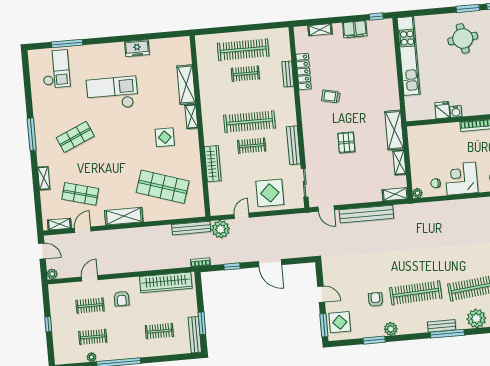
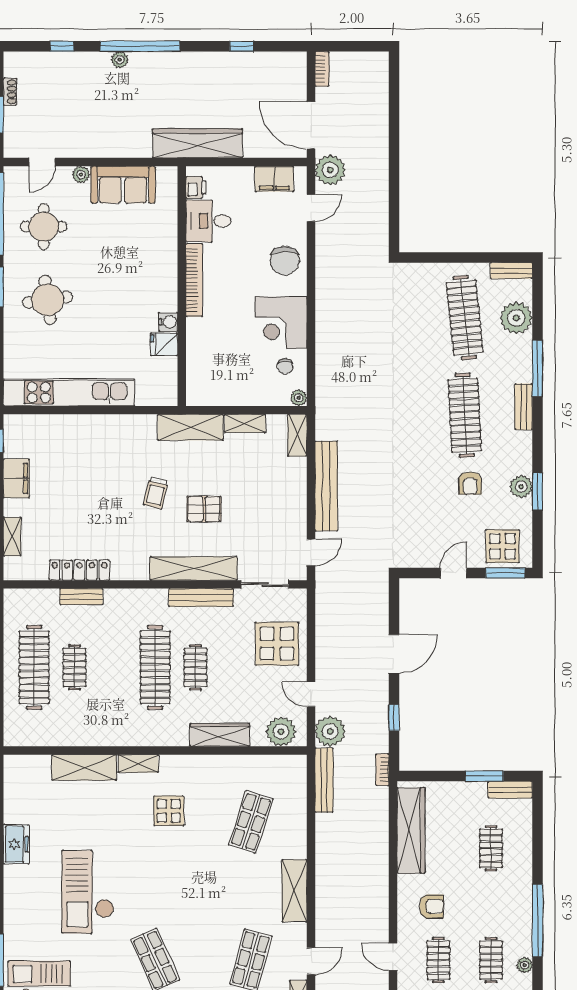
trolley: (331, 96) -> (156, 493), moved
shelving: (310, 139) -> (194, 568), added
shop shelf: (163, 187) -> (251, 822), width x0.70, depth x0.74
plant: (218, 200) -> (281, 732), added
door: (83, 230) -> (311, 961), swing flipped
armchair: (376, 300) -> (470, 483), turned -90
bench: (442, 326) -> (524, 407), moved
plant: (391, 329) -> (521, 487), moved
bench: (195, 335) -> (510, 790), width x0.73

